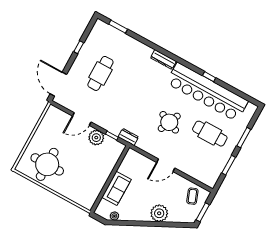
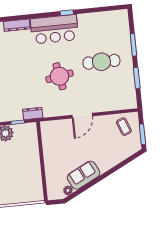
bar counter: (207, 92) -> (54, 29), width x0.54
round table: (169, 122) -> (59, 76), turned -33
sofa: (116, 188) -> (84, 175), moved, turned -117
plant: (159, 213) -> (105, 161), removed

